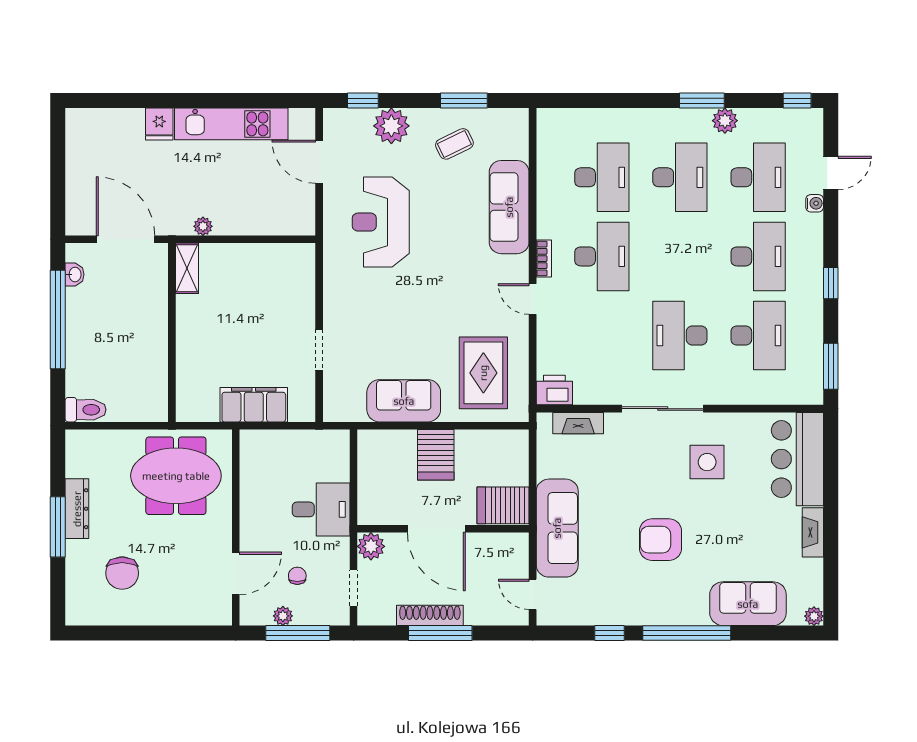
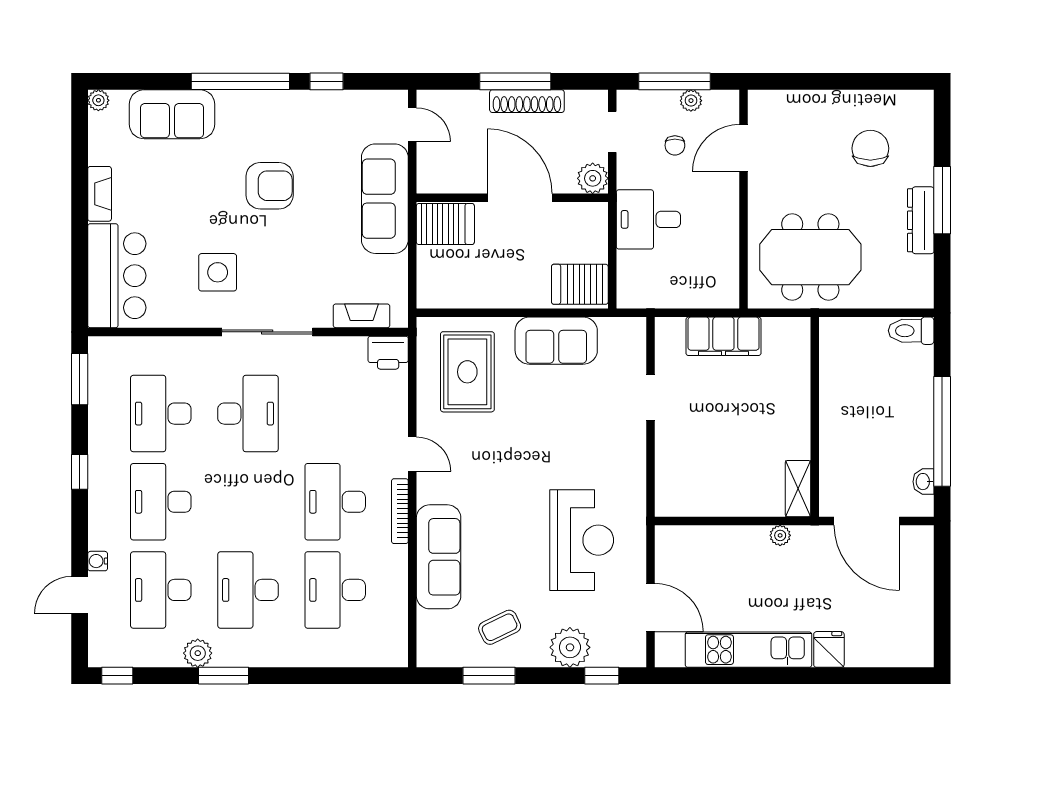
bookcase: (544, 259) -> (400, 511), width x1.56
server rack: (436, 455) -> (580, 284), moved, turned -90

